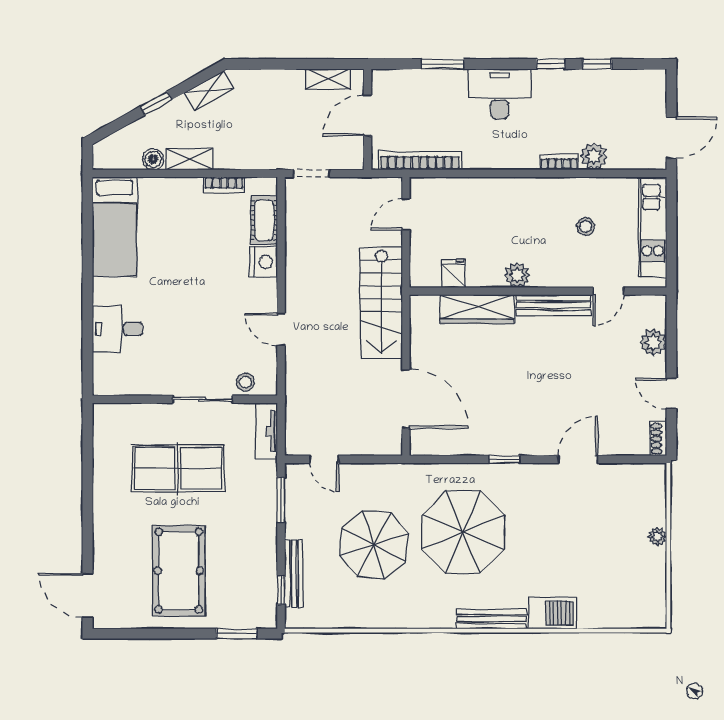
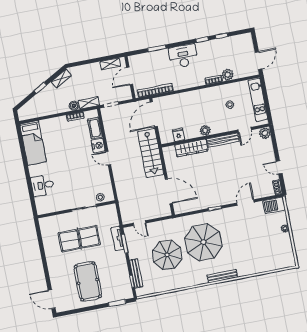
boiler: (153, 159) -> (74, 106), moved
shelving: (189, 159) -> (89, 103), moved
door: (406, 214) -> (154, 114), width x1.88
door: (281, 330) -> (108, 158), moved
plant: (653, 342) -> (265, 133), moved
tv unit: (267, 431) -> (118, 238), moved
barbecue: (552, 613) -> (274, 205), moved, turned 180

